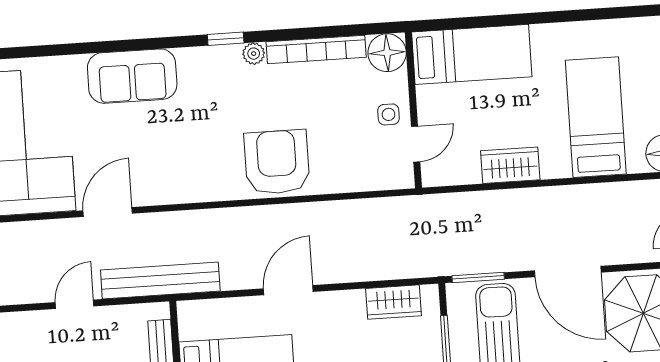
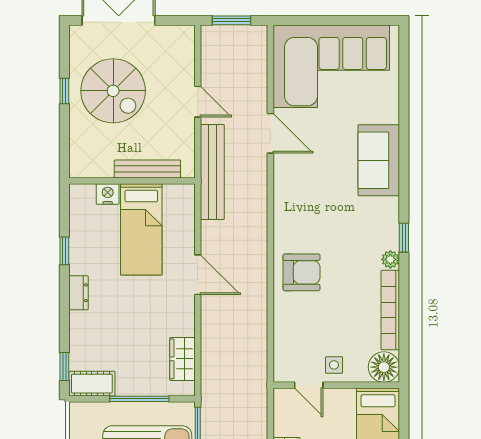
armchair: (277, 162) -> (302, 272), width x0.73, depth x0.73

